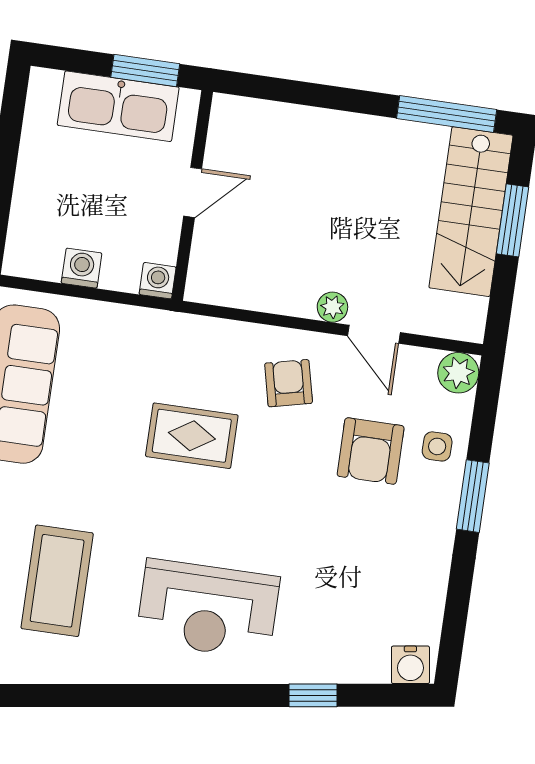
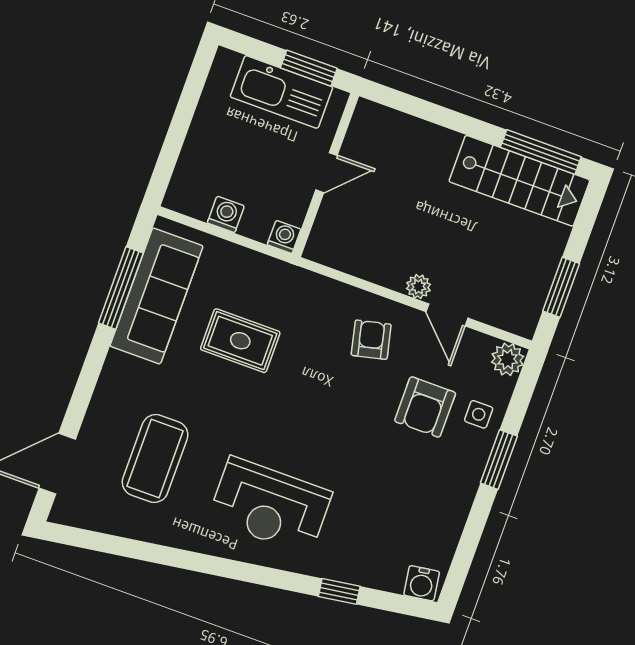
stairs: (471, 212) -> (519, 181), moved, turned -90
window: (512, 220) -> (561, 287), moved
rug: (192, 436) -> (240, 341), moved

